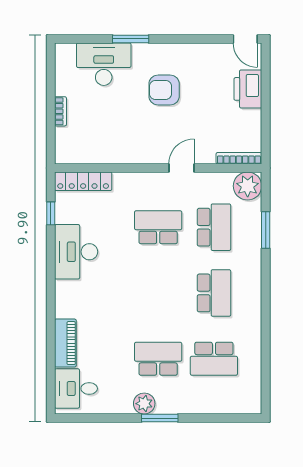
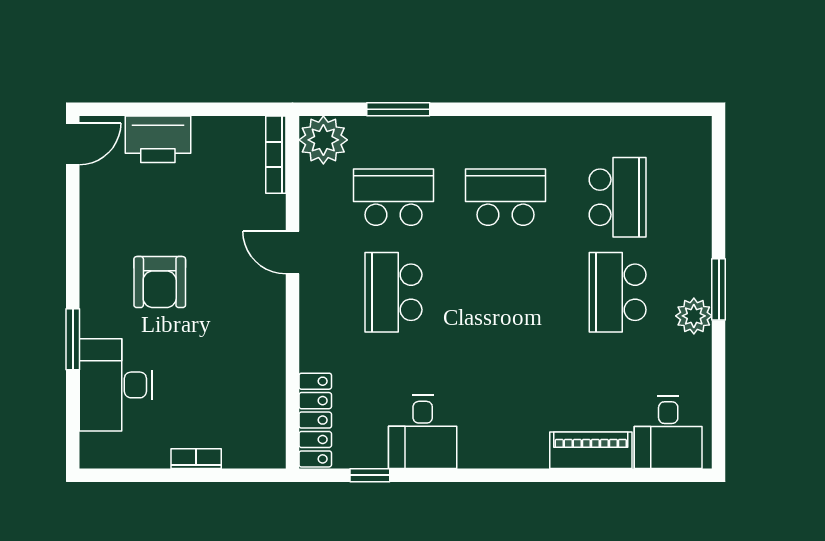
desk: (76, 252) -> (423, 432), width x0.73

